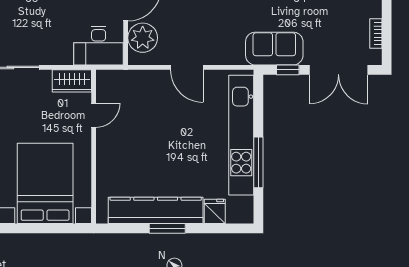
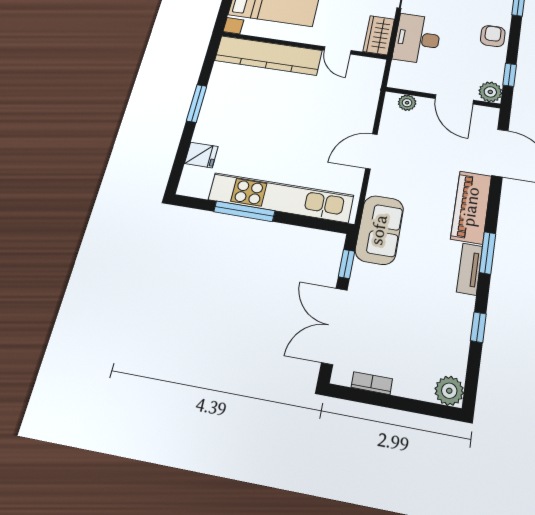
plant: (143, 38) -> (407, 103), width x0.53, depth x0.53
desk: (99, 46) -> (417, 39), moved
sofa: (274, 49) -> (379, 230), moved
kitchen counter: (156, 210) -> (268, 55), moved, turned 90

